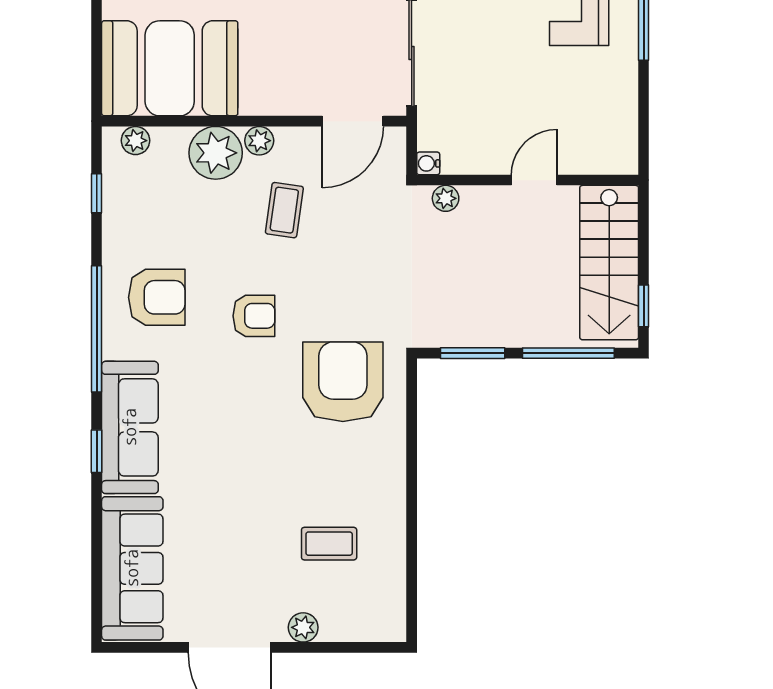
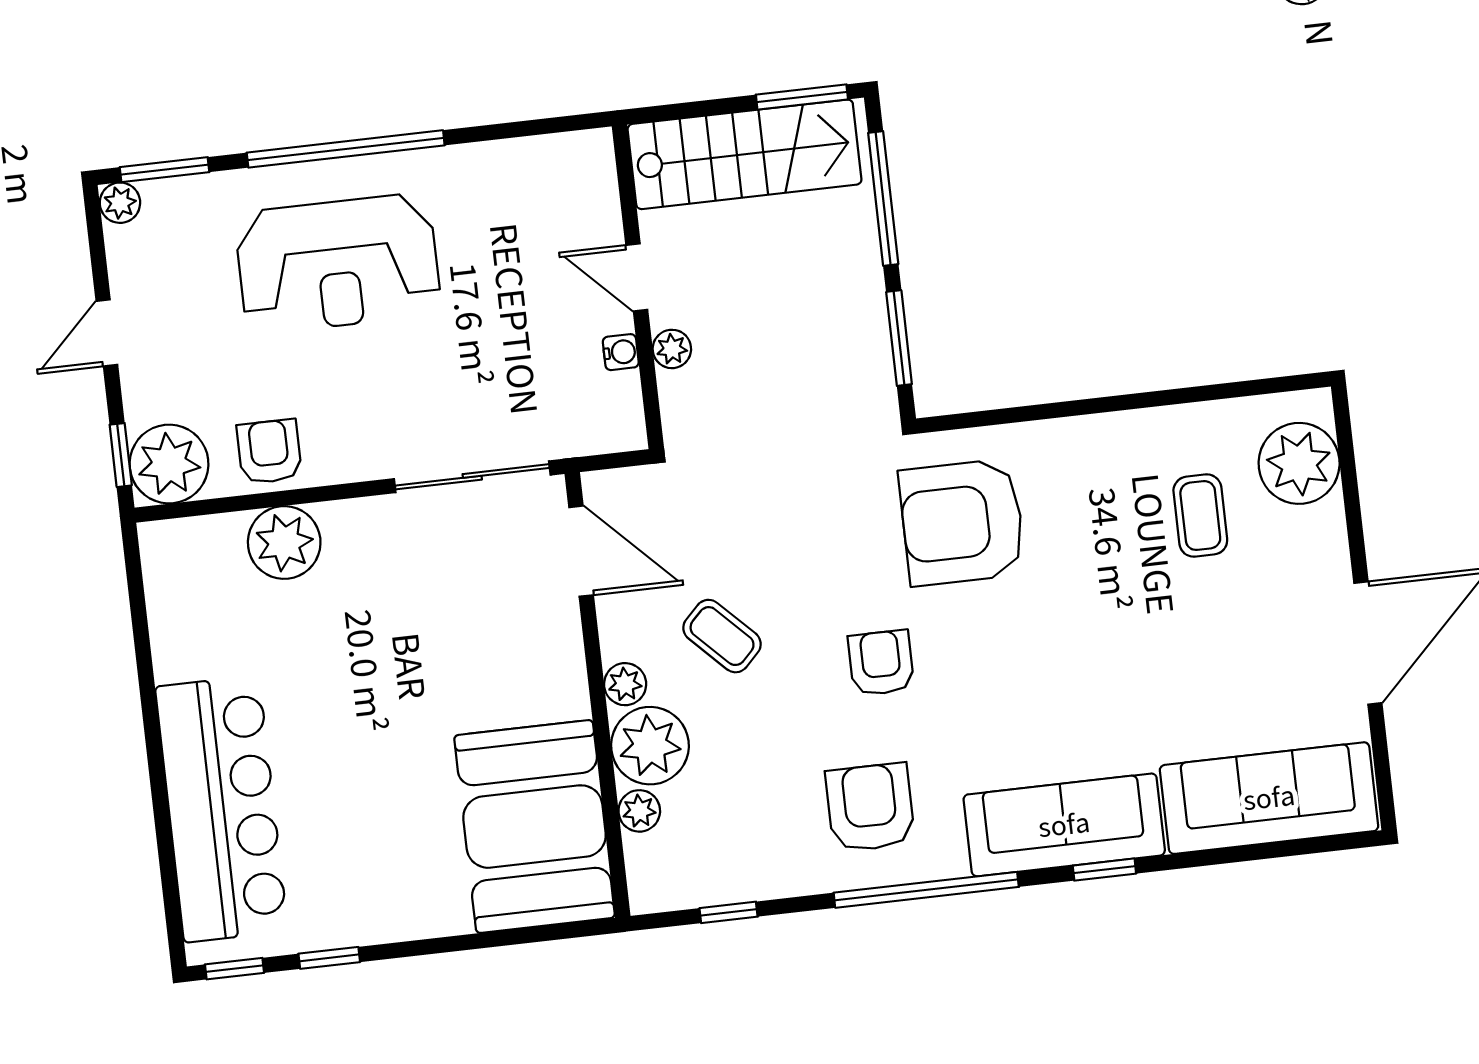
plant: (135, 141) -> (639, 811), moved
water cooler: (428, 163) -> (621, 352), moved, turned -90
plant: (446, 198) -> (672, 349), moved
coffee table: (284, 210) -> (722, 636), turned 37
window: (644, 306) -> (802, 97), width x1.50
plant: (303, 627) -> (1299, 463), moved, width x1.88, depth x1.88

